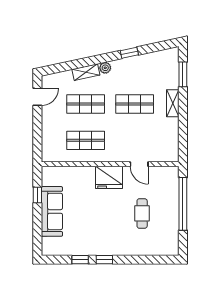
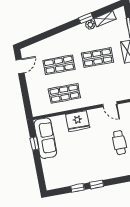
plant: (105, 68) -> (90, 25), moved
shelving: (86, 72) -> (105, 19), moved
fridge: (109, 177) -> (78, 121), moved
sofa: (52, 211) -> (45, 138), moved

